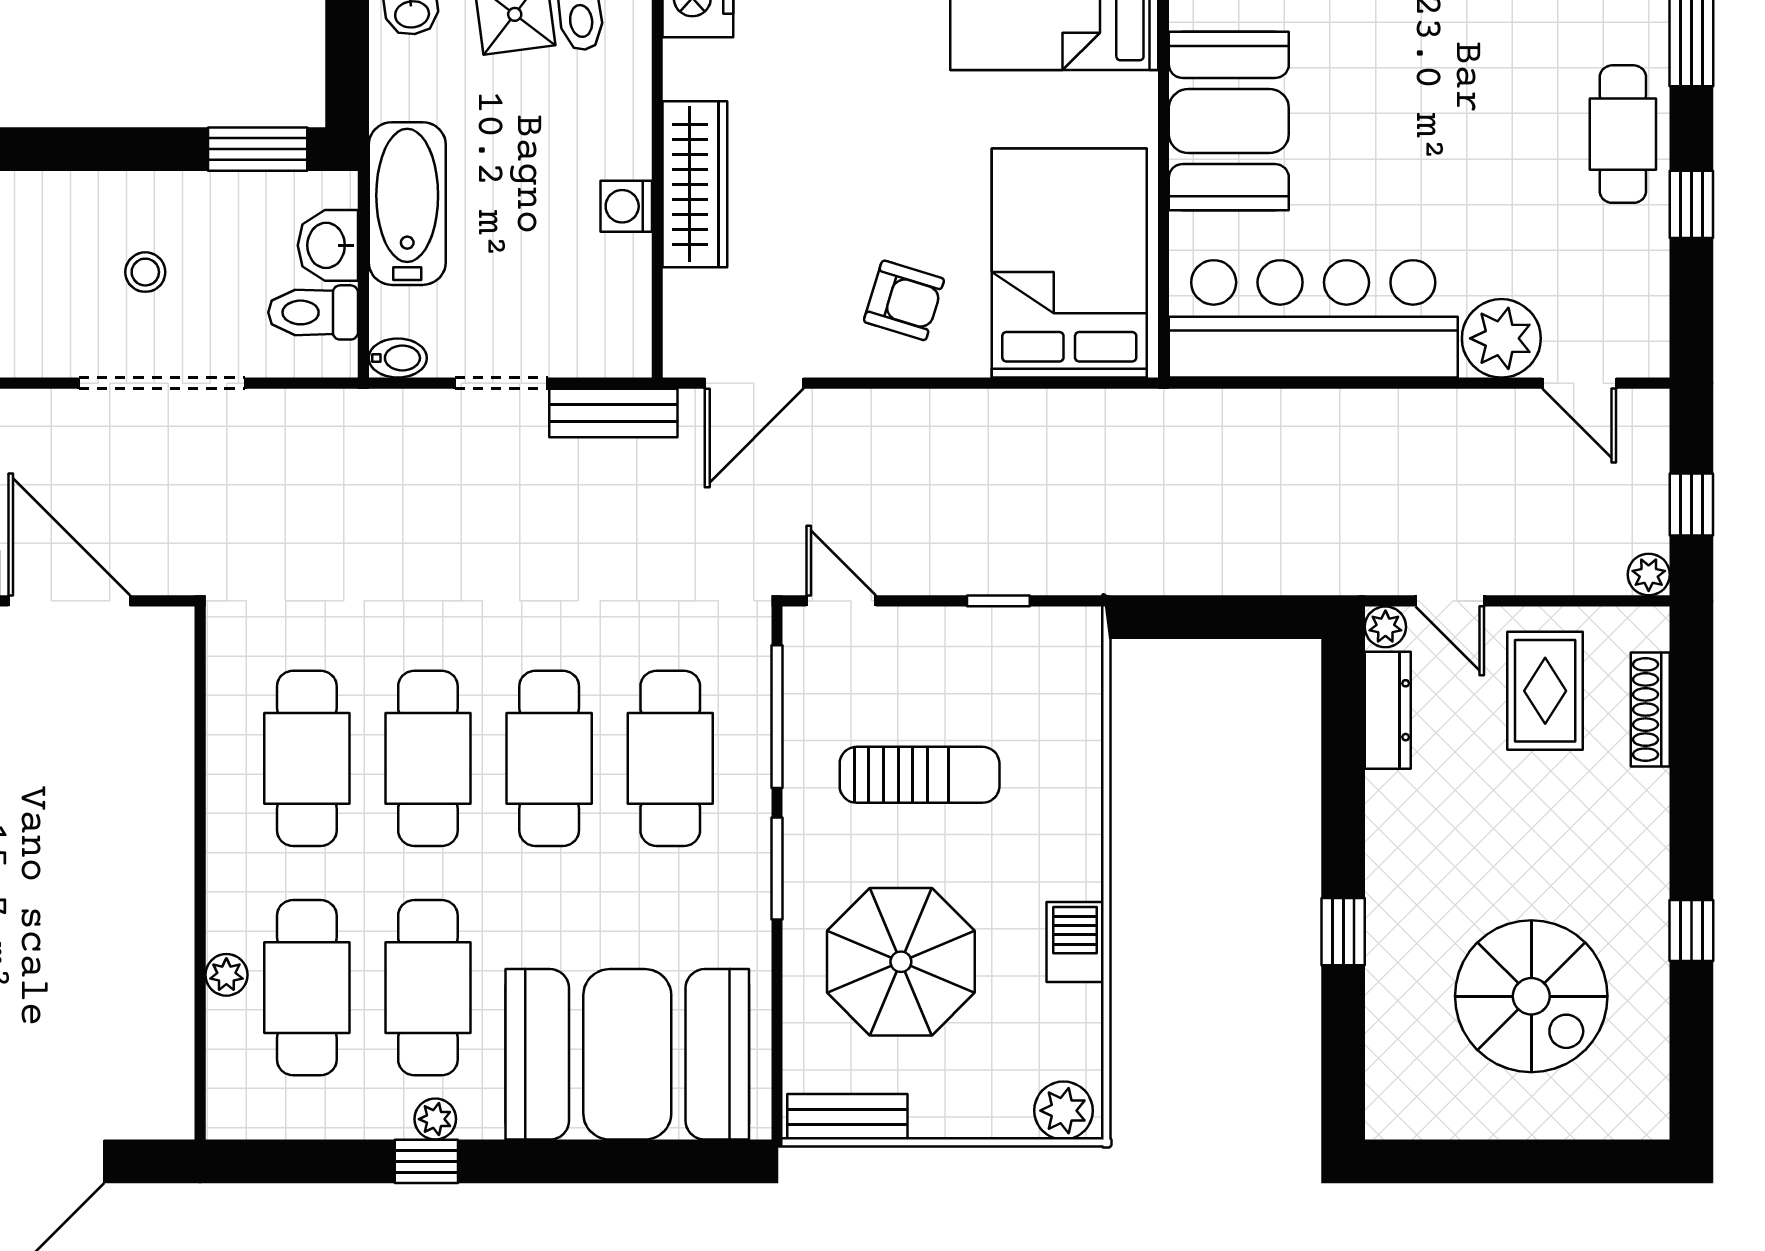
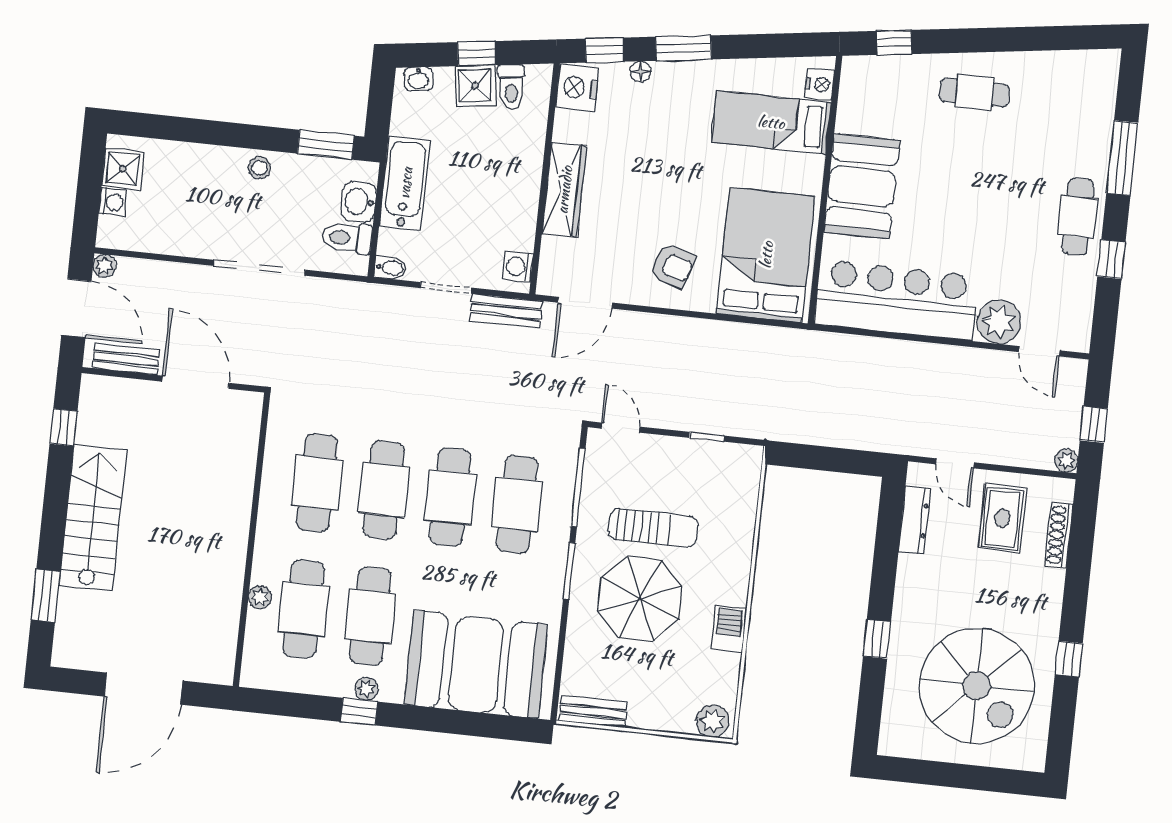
washing machine: (626, 206) -> (518, 267), moved
stool: (145, 272) -> (259, 168), moved
plant: (1385, 627) -> (918, 474), removed
parasol: (901, 962) -> (640, 599), moved
spiral stairs: (1531, 996) -> (977, 686), width x1.37, depth x1.37

